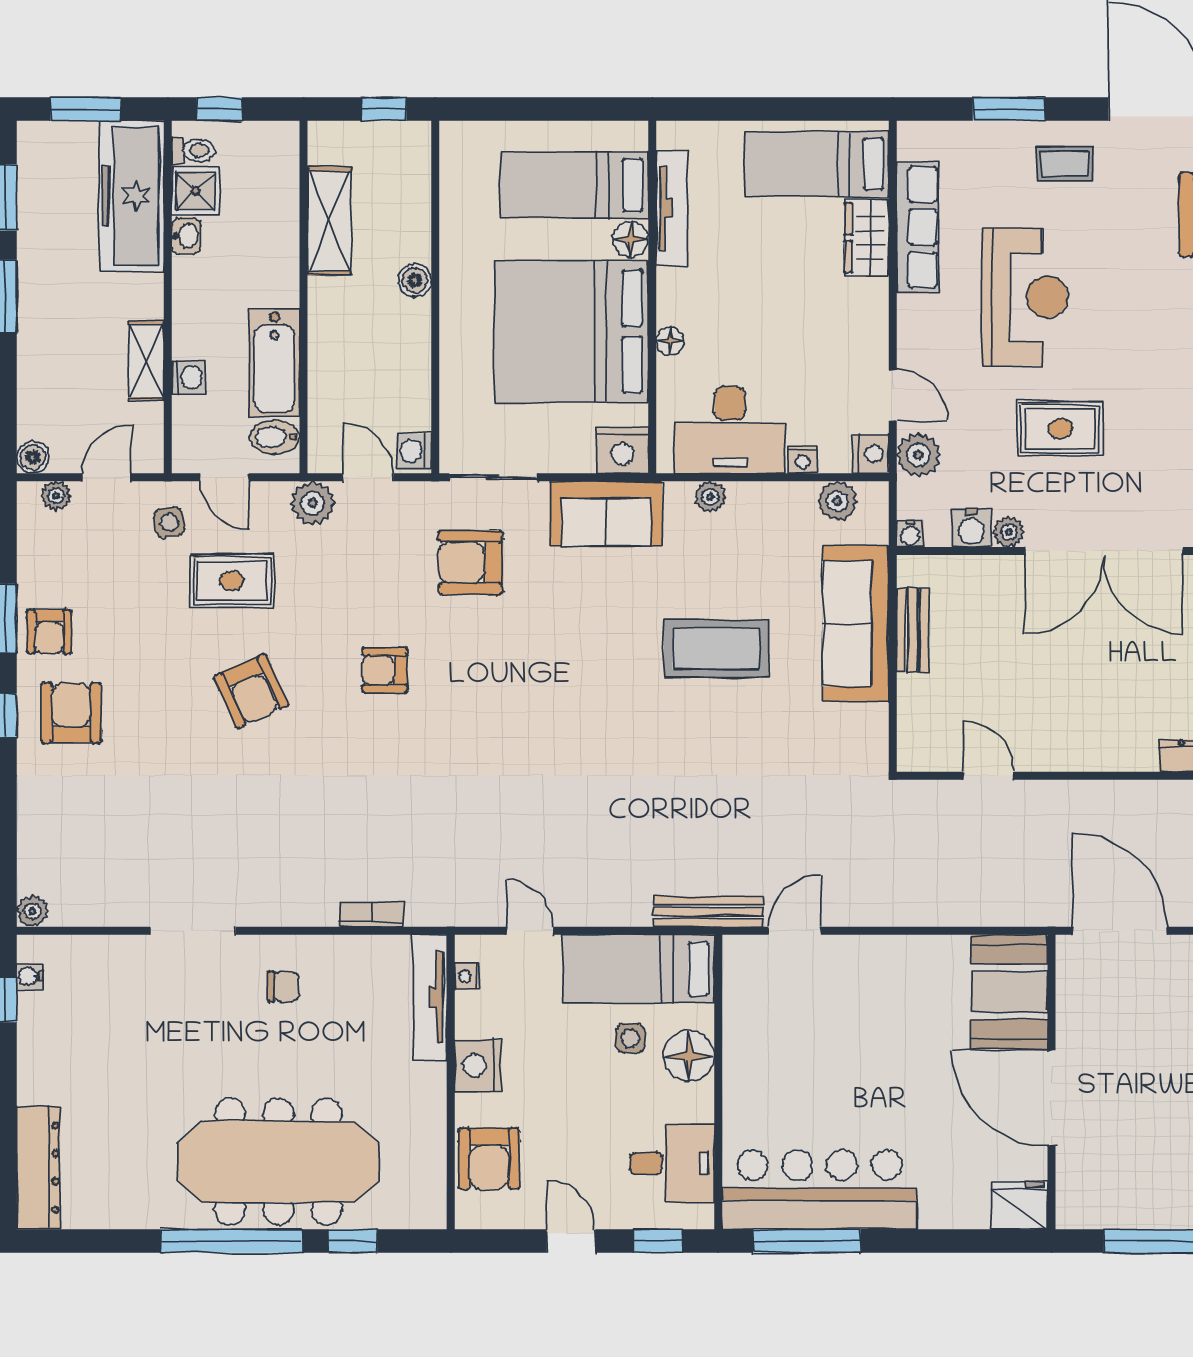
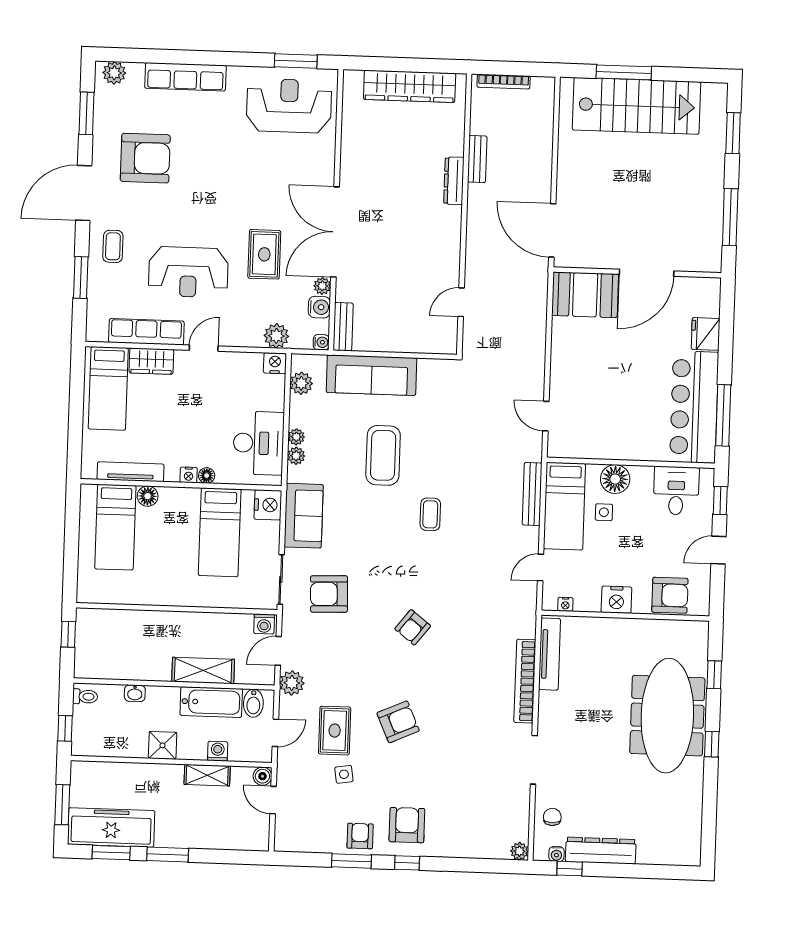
toilet: (193, 150) -> (85, 697), moved, turned 90
shower: (196, 191) -> (163, 745), moved
freezer: (132, 196) -> (111, 827), moved, turned 180
shelving: (329, 221) -> (203, 670), moved
washbasin: (186, 236) -> (135, 693), moved, turned 180
boiler: (415, 280) -> (167, 620), removed
reception desk: (1025, 297) -> (188, 272), turned 180
bed: (572, 331) -> (220, 532), width x0.49
door: (893, 395) -> (204, 348), moved
boiler: (33, 457) -> (262, 776), moved
nightstand: (803, 460) -> (189, 475), moved, turned 90
plant: (56, 496) -> (296, 437), moved
side table: (169, 522) -> (344, 774), moved
double door: (1104, 551) -> (335, 232), swing flipped
armchair: (470, 563) -> (329, 594), turned 88
bench: (913, 630) -> (343, 327), moved, turned 90
armchair: (49, 632) -> (360, 836), turned -90
armchair: (385, 670) -> (413, 627), moved, turned 38
armchair: (71, 713) -> (407, 825), turned 90
coffee table: (616, 735) -> (430, 514), added
bench: (708, 912) -> (532, 494), moved
bookcase: (372, 914) -> (525, 681), width x2.31, depth x1.31
door: (1120, 931) -> (552, 230), hinge flipped
chair: (283, 987) -> (552, 817), moved
tv unit: (430, 998) -> (549, 654), moved, turned -90
dresser: (38, 1167) -> (601, 851), moved
fridge: (1020, 1205) -> (706, 334), moved
window: (231, 1241) -> (712, 744), width x0.32

